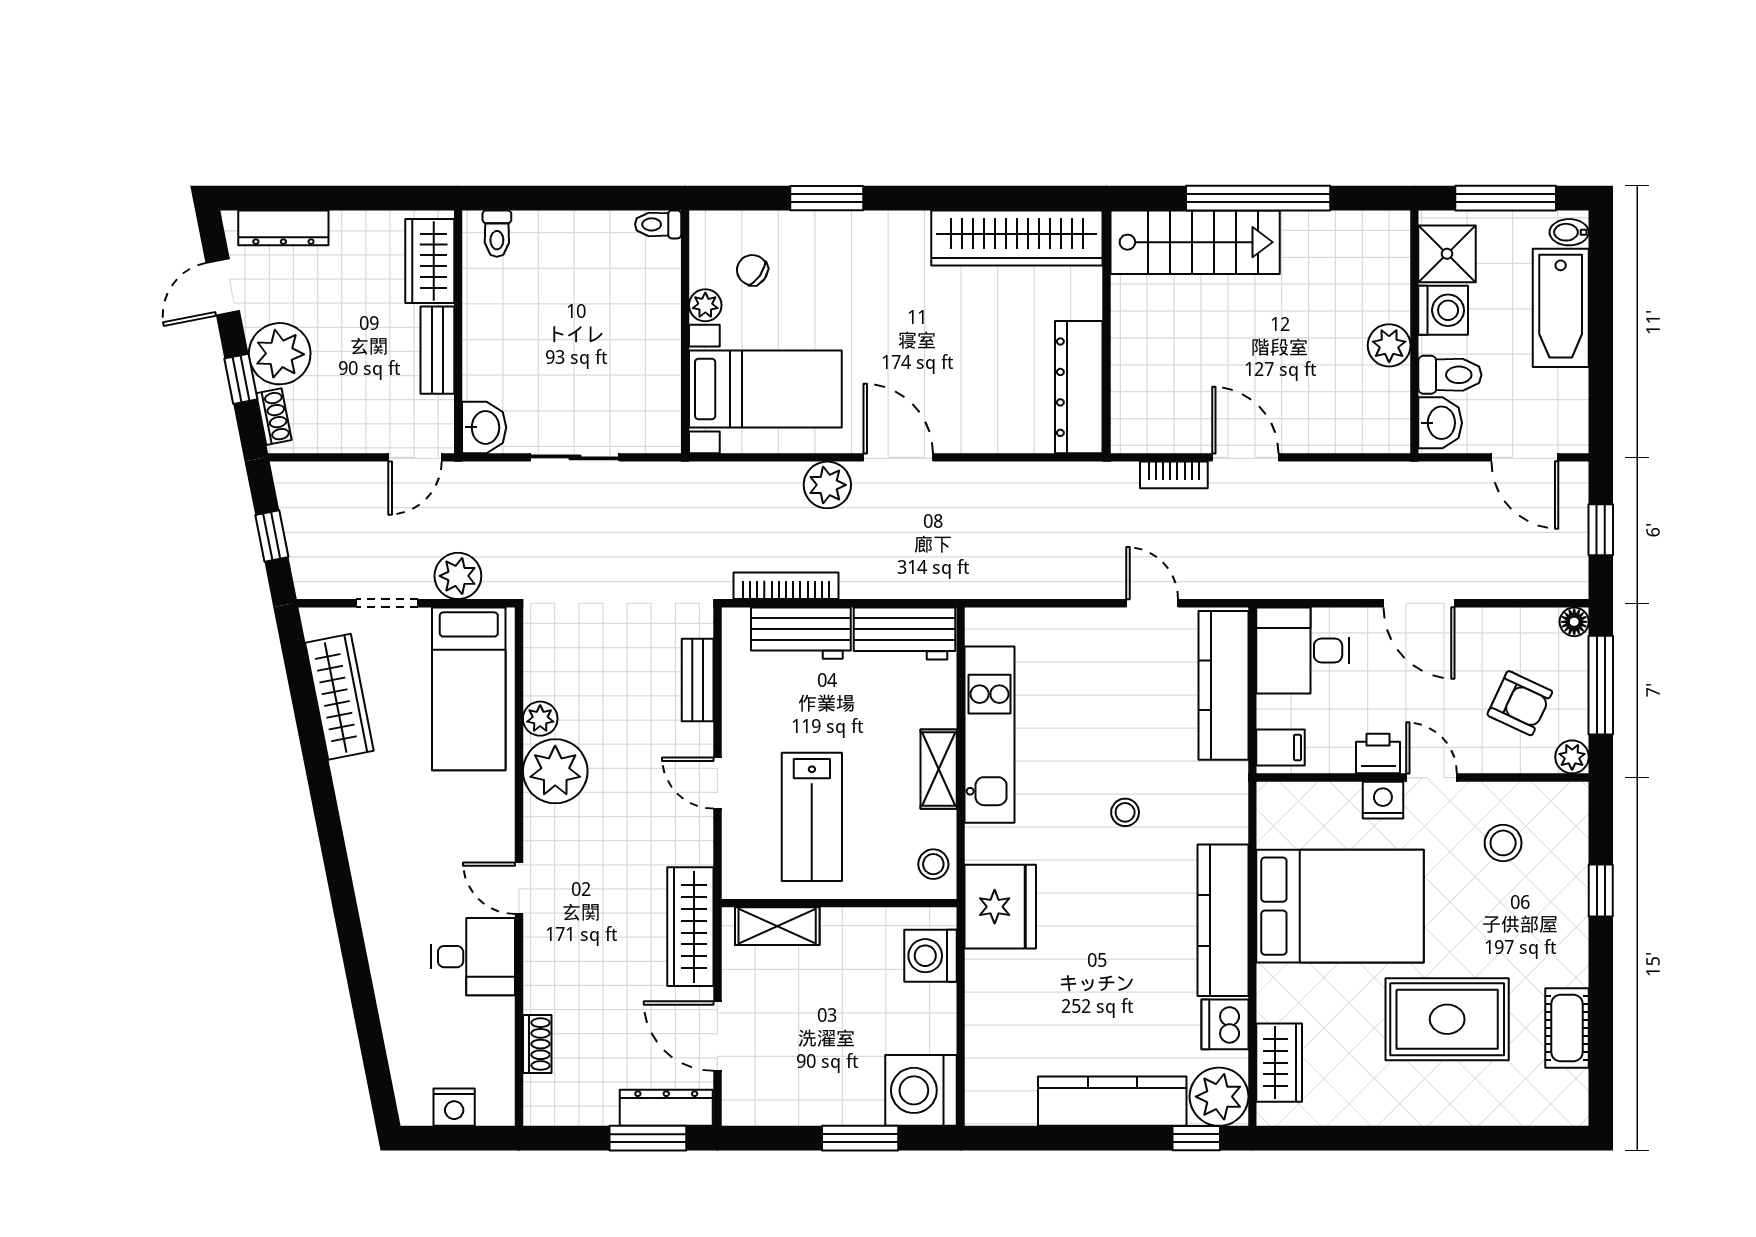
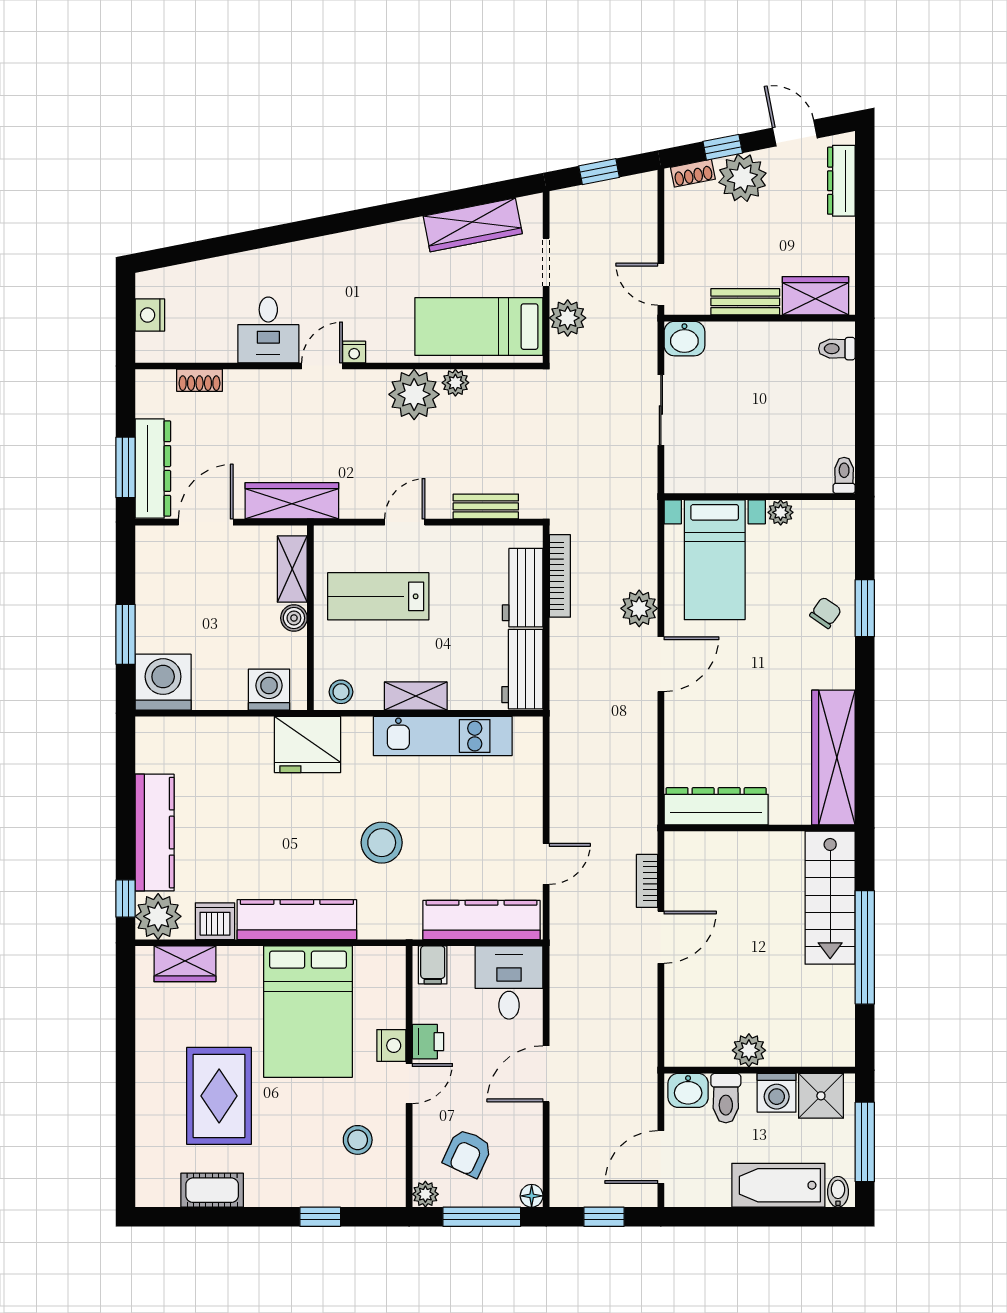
chair: (752, 270) -> (826, 613), moved
stool: (1125, 812) -> (382, 843), width x1.89, depth x1.89
nightstand: (501, 847) -> (354, 352), added
boiler: (839, 924) -> (294, 618), added
dresser: (666, 1108) -> (153, 469), width x1.37, depth x1.24

